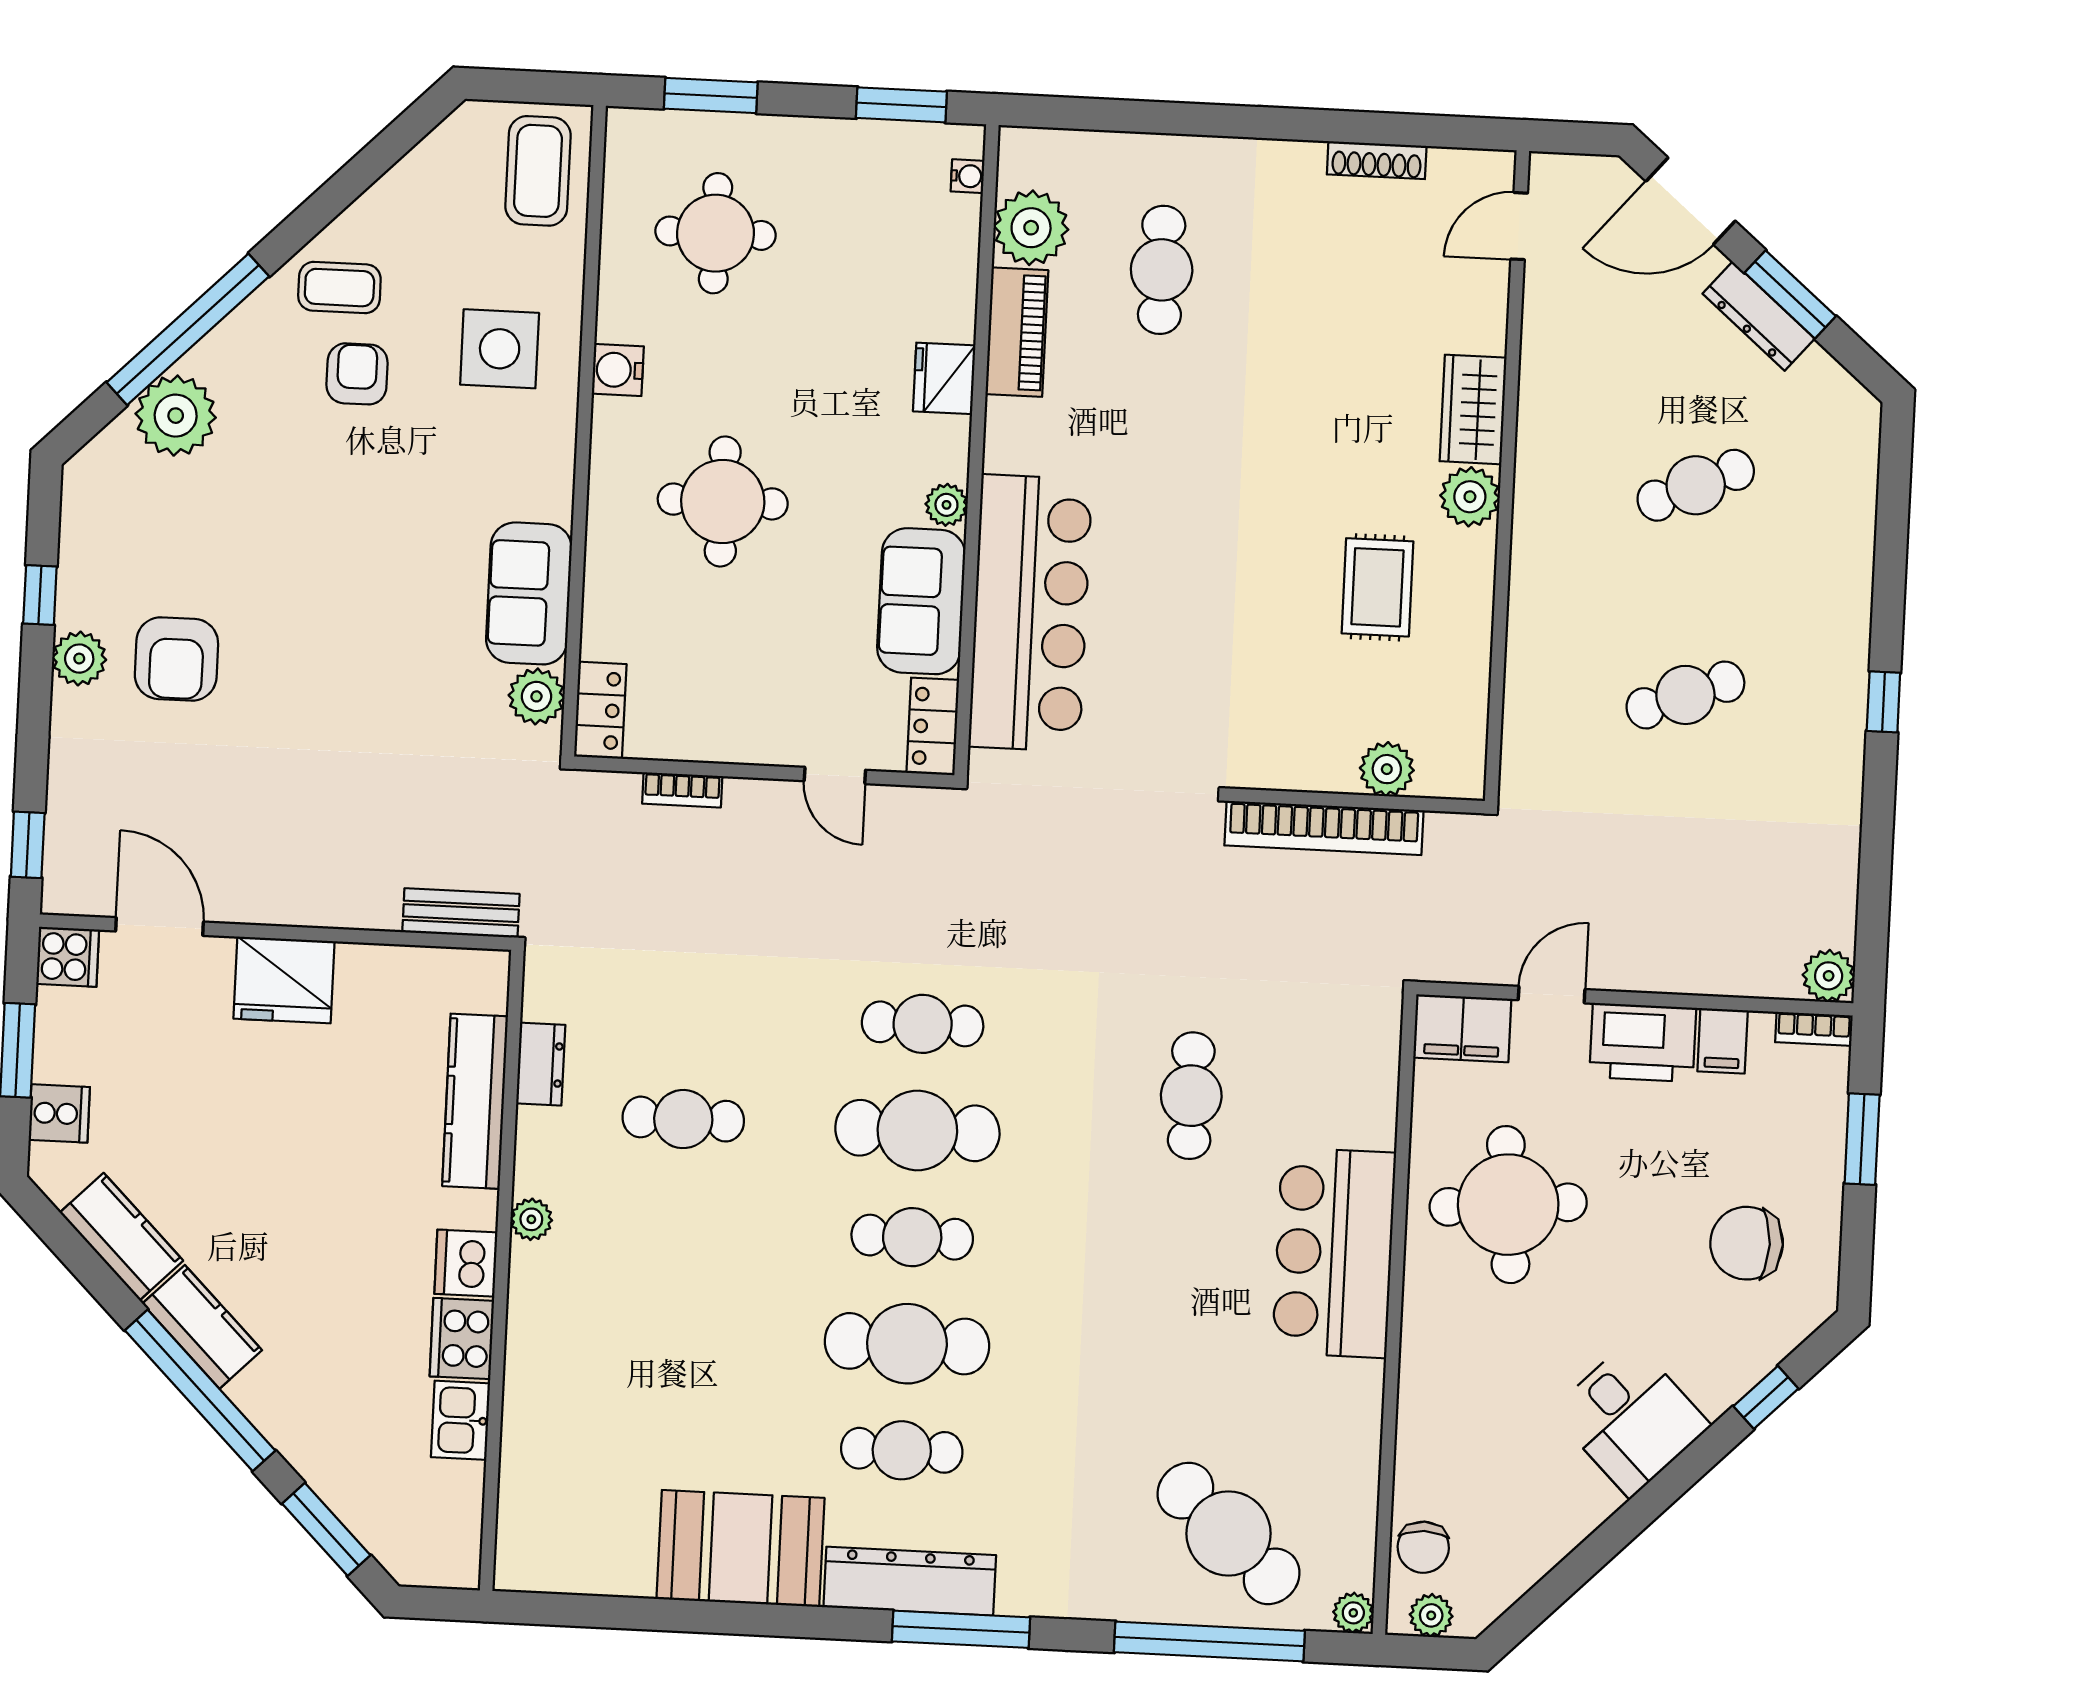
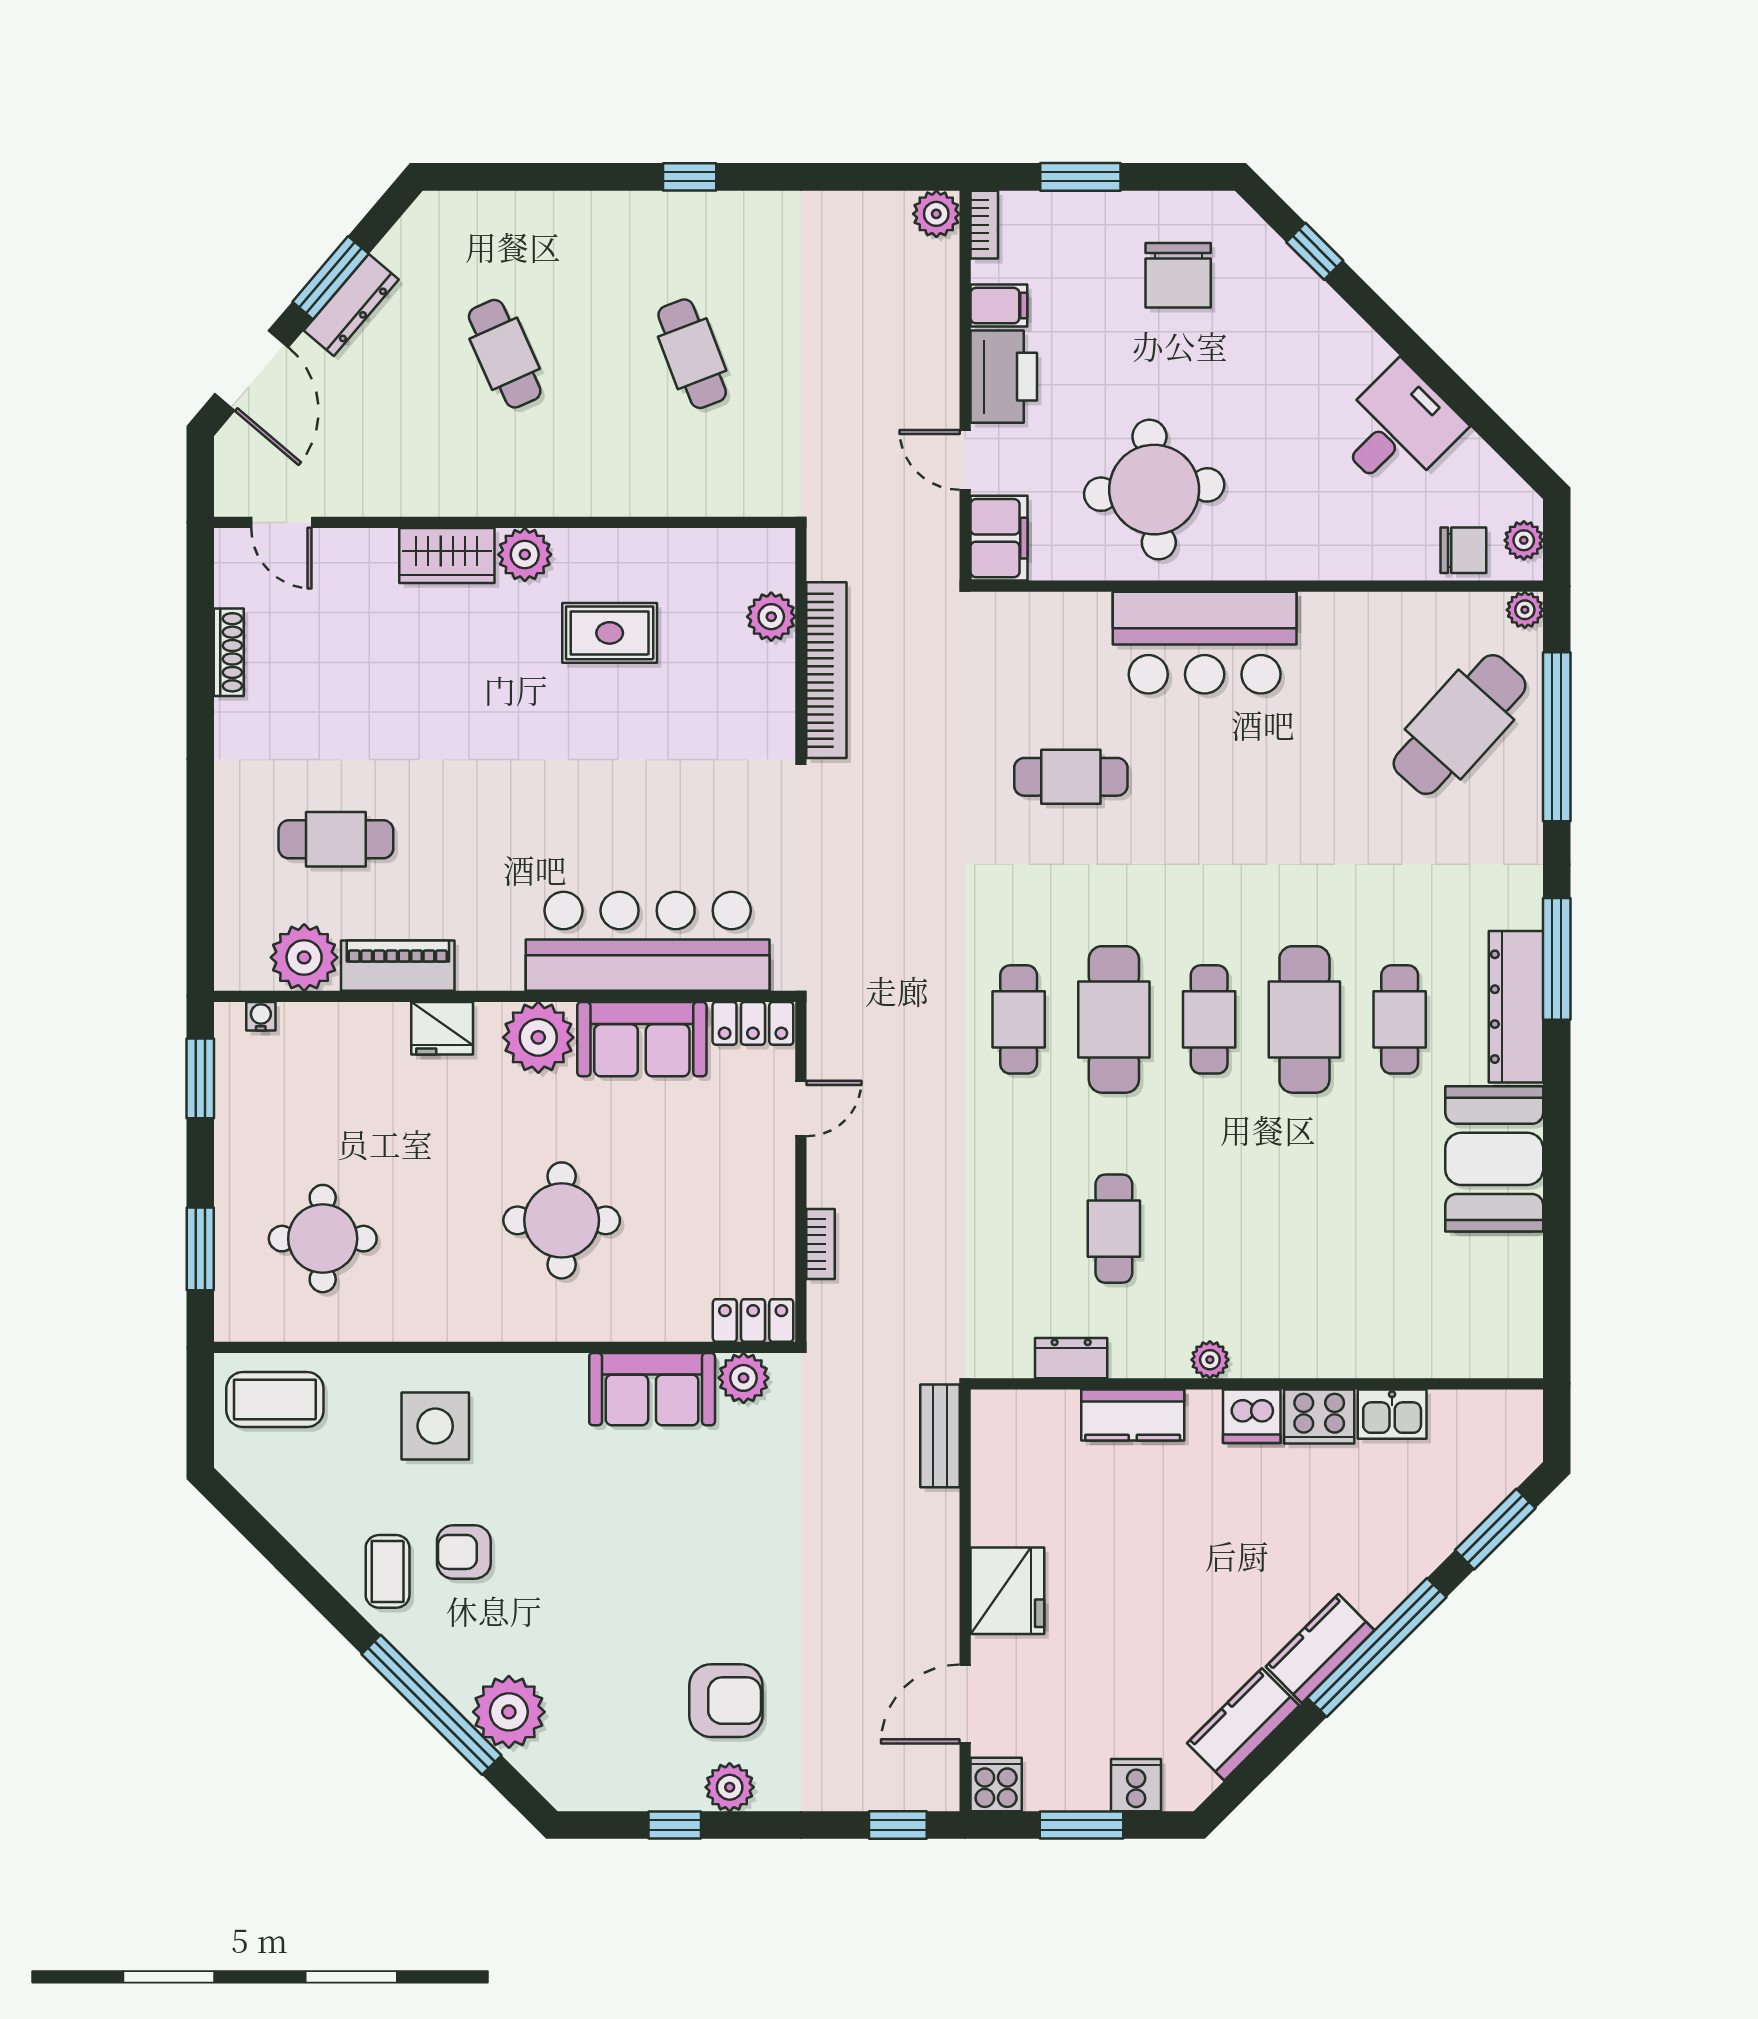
water cooler: (618, 370) -> (449, 1320), removed
plant: (946, 505) -> (538, 1037), width x1.87, depth x1.87
kitchen counter: (475, 1101) -> (1133, 1415), width x0.67
desk: (1631, 1418) -> (1397, 429), moved

